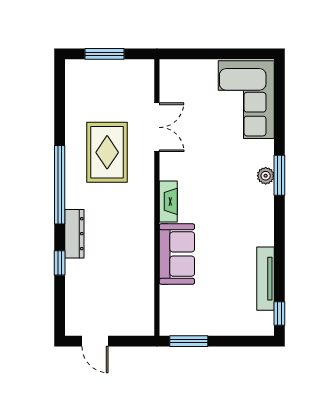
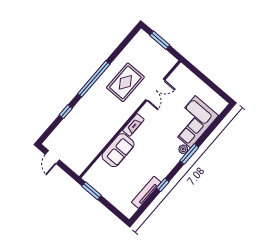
corner sofa: (246, 100) -> (193, 122), moved
dresser: (74, 234) -> (82, 105), removed
window: (279, 314) -> (163, 185), moved

